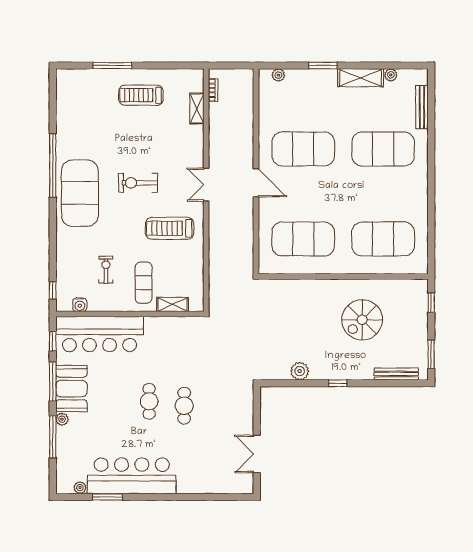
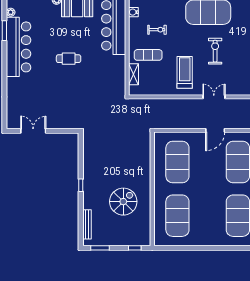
spiral stairs: (362, 320) -> (123, 202), turned 90
plant: (300, 371) -> (89, 160), removed
cafe table: (184, 406) -> (66, 82), removed

